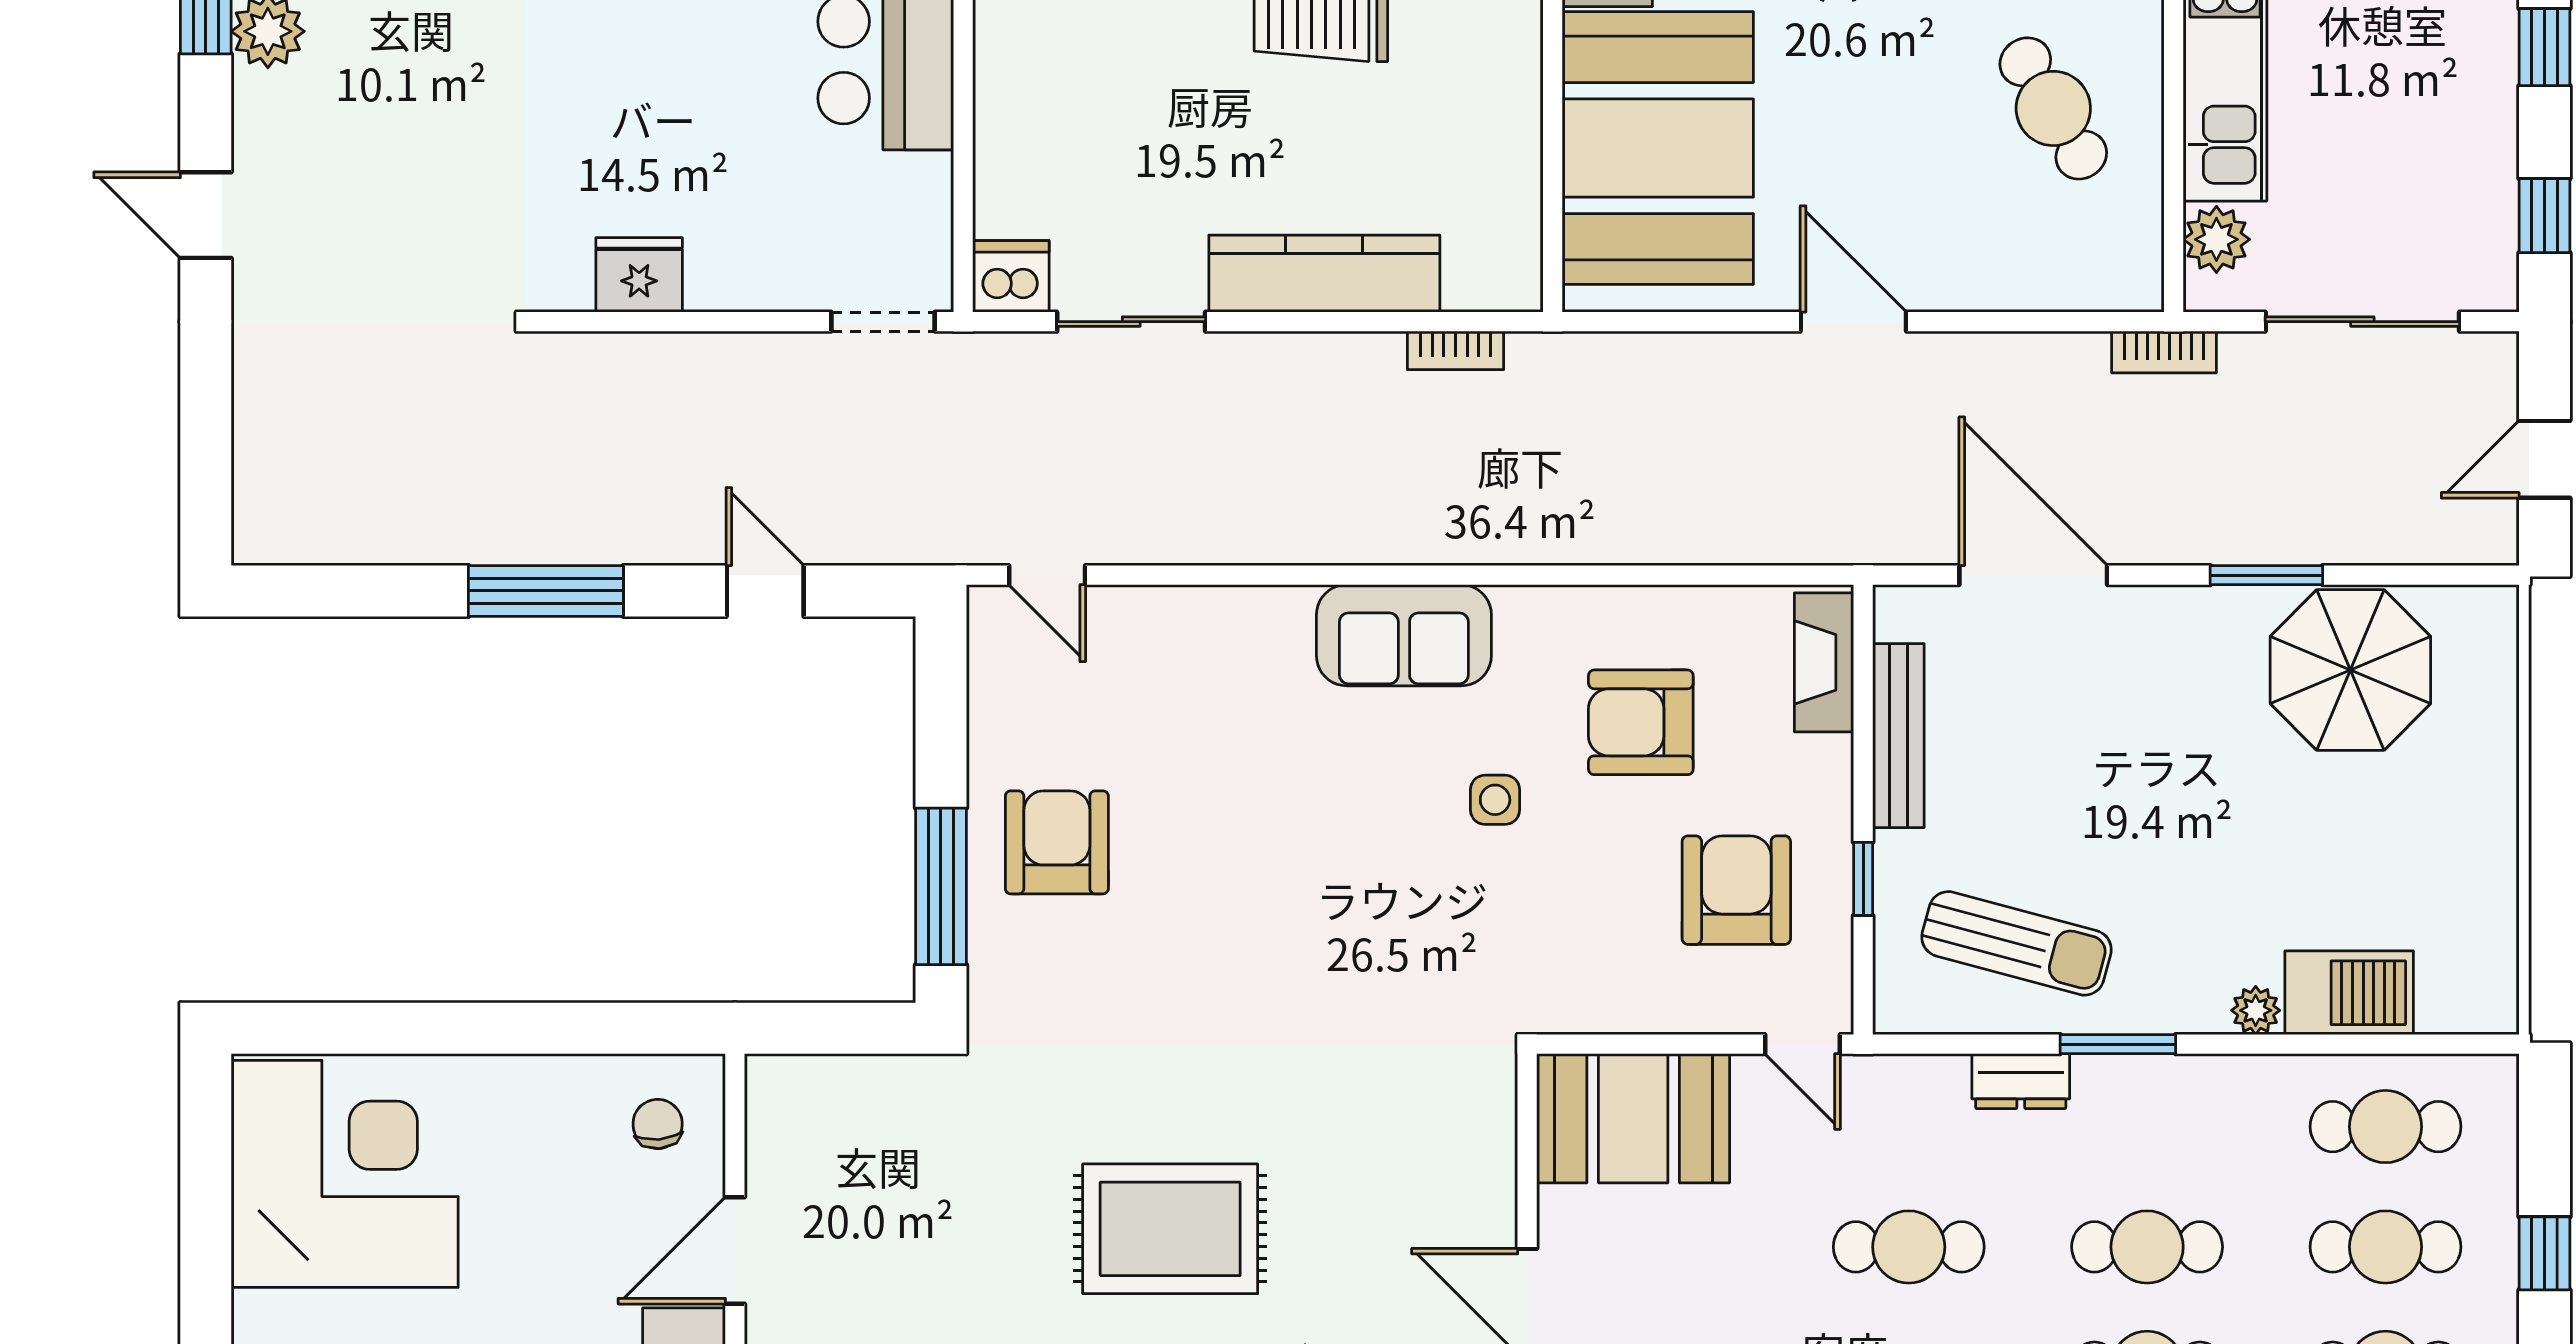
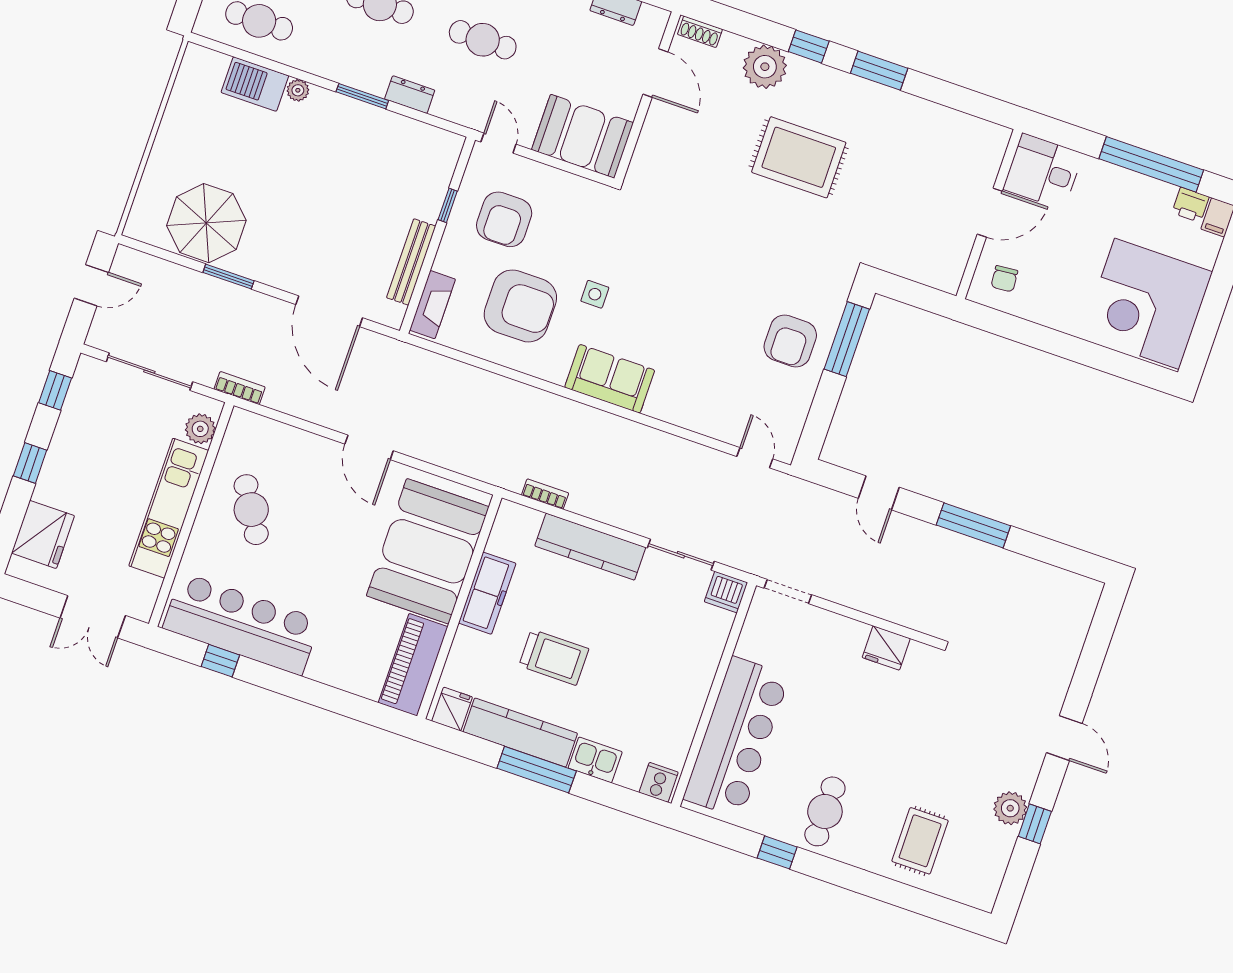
freezer: (1505, 104) -> (487, 593), added
armchair: (1641, 722) -> (520, 306), width x1.36, depth x1.36
sun lounger: (2016, 943) -> (391, 155), removed

